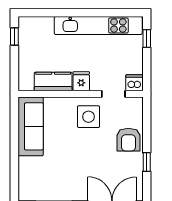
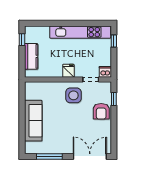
kitchen counter: (53, 81) -> (31, 56), moved, turned 90
sofa: (31, 126) -> (33, 121), moved
window: (147, 162) -> (114, 99), moved

